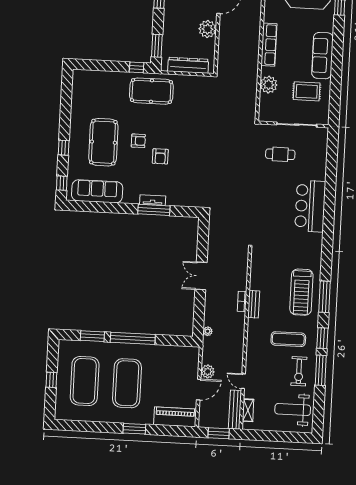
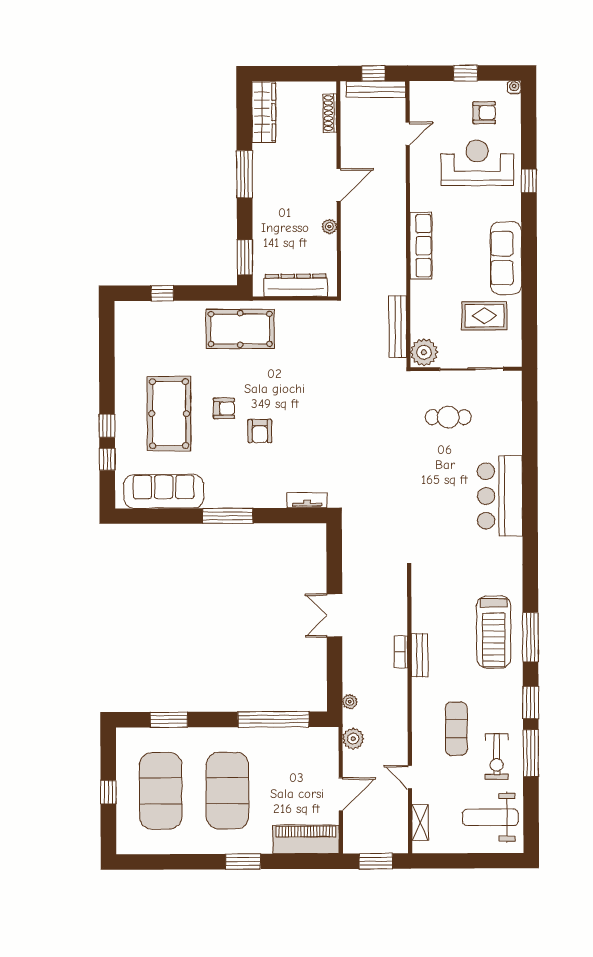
plant: (208, 29) -> (329, 227), width x0.53, depth x0.53
window: (137, 67) -> (162, 293), moved
plant: (269, 85) -> (424, 352), moved
window: (62, 183) -> (107, 459), moved
tv unit: (153, 200) -> (307, 500), moved
window: (154, 210) -> (228, 516), moved
window: (133, 338) -> (273, 719), moved
exercise mat: (288, 339) -> (456, 729), moved, turned 90
plant: (208, 372) -> (353, 739), moved
bench: (235, 410) -> (398, 326), moved

